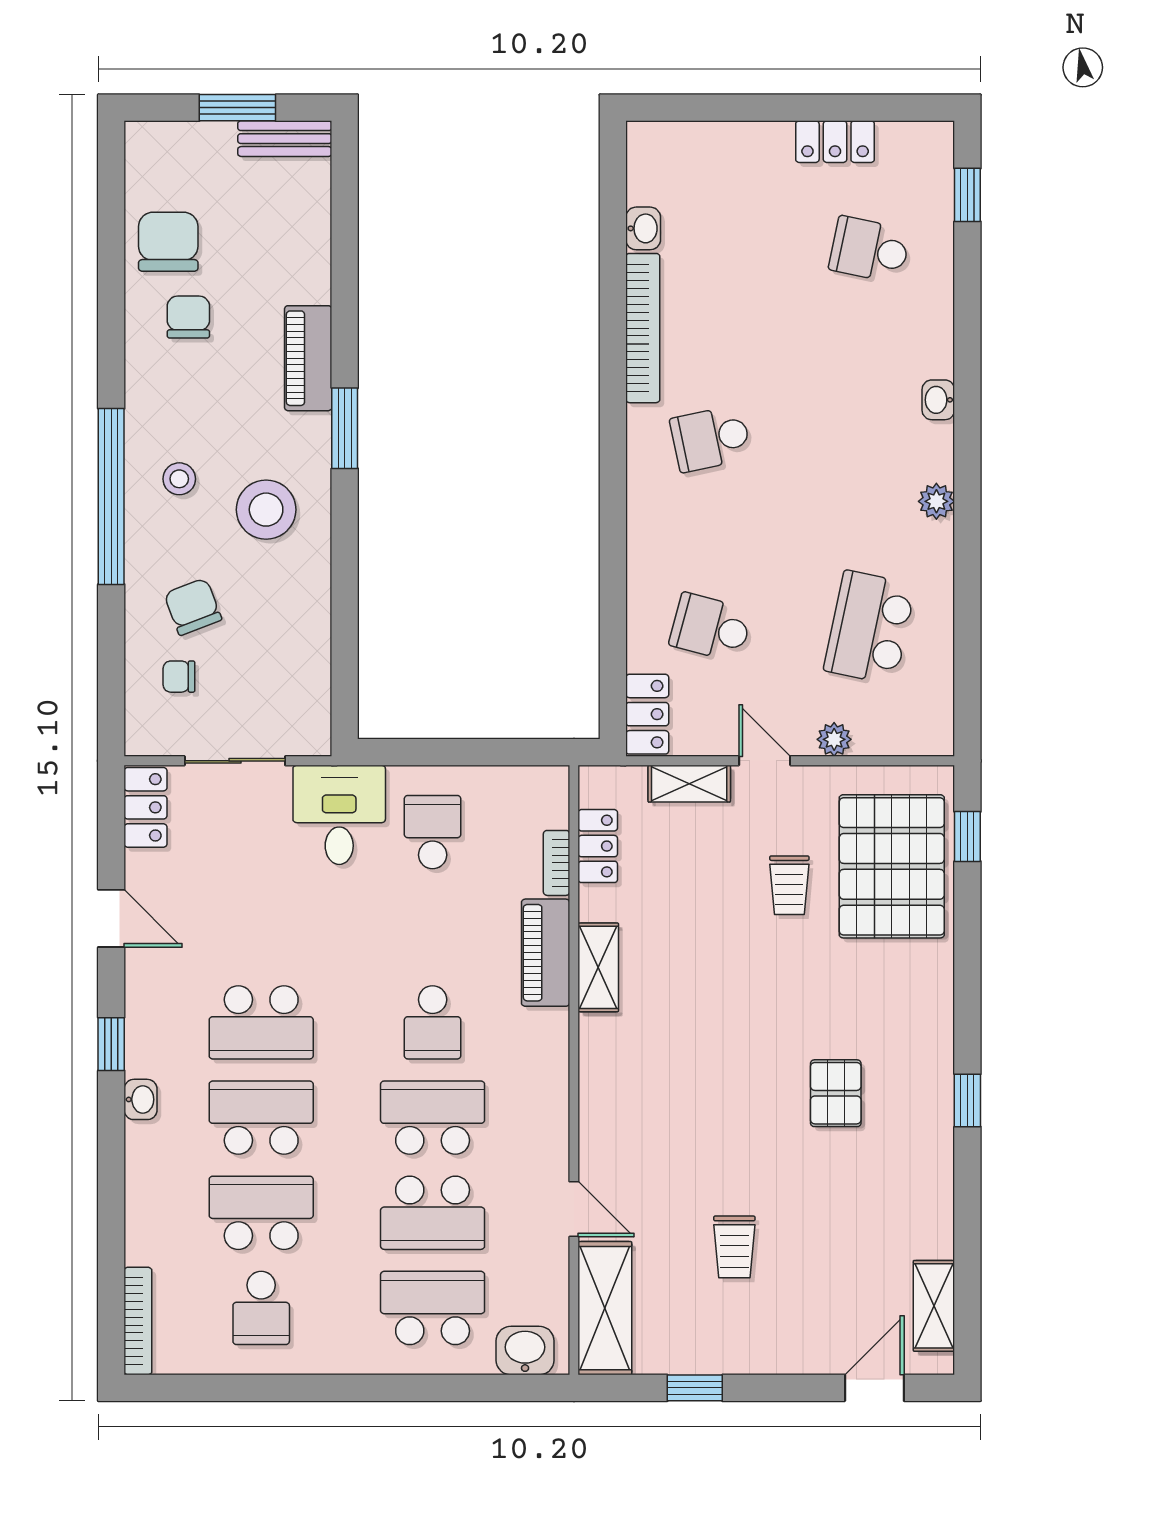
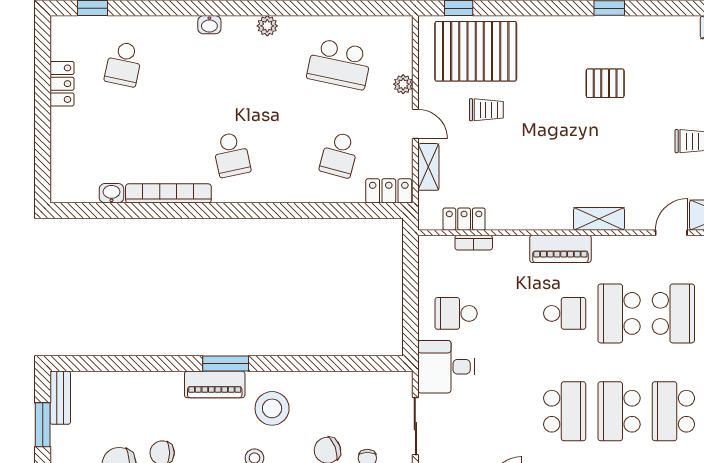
piano: (308, 358) -> (215, 384), moved
door: (765, 761) -> (415, 124), swing flipped
piano: (546, 953) -> (560, 249), moved
shelving: (598, 967) -> (599, 219), moved

